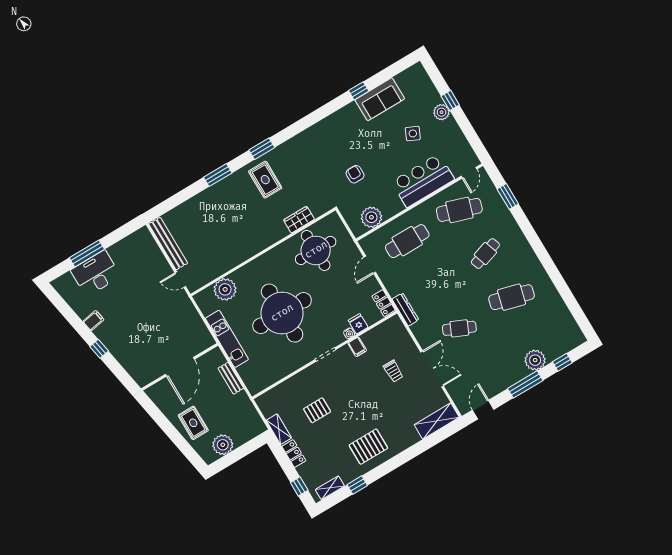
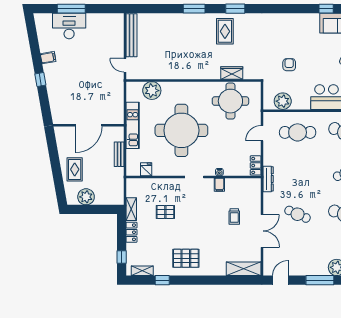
fridge: (358, 324) -> (146, 169), moved

